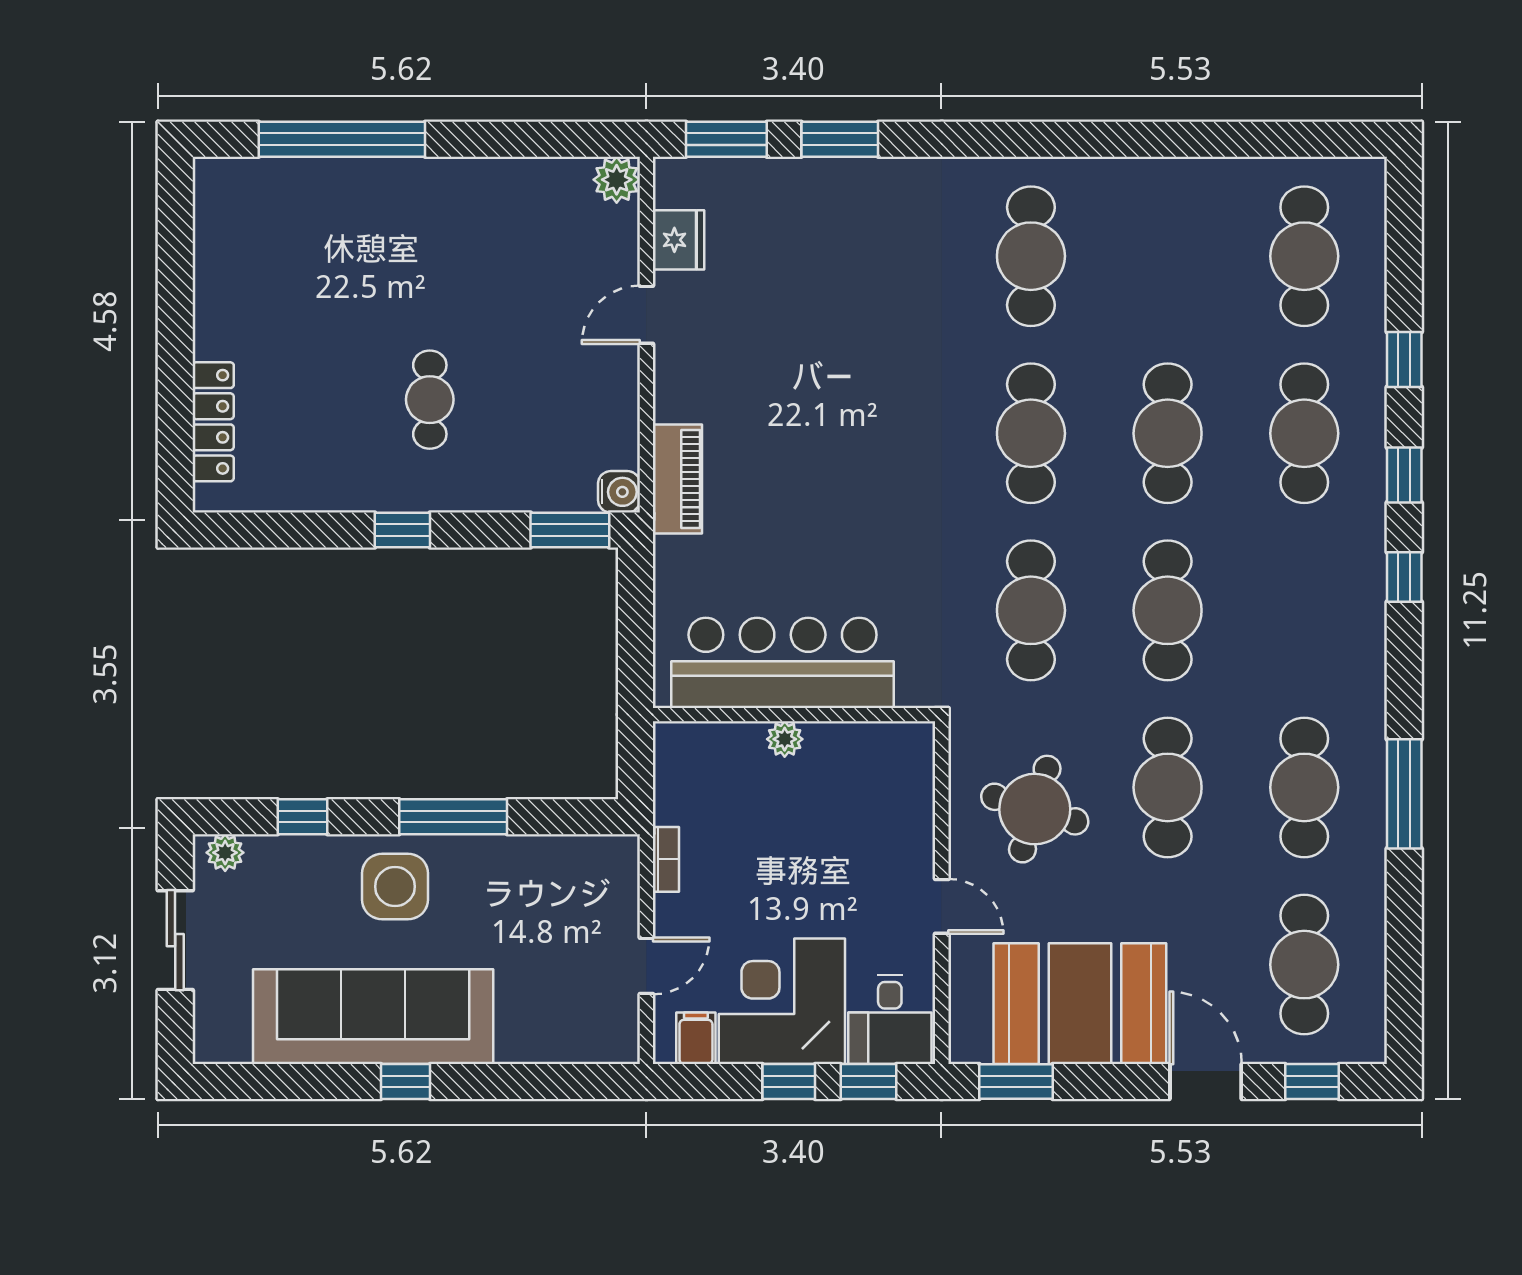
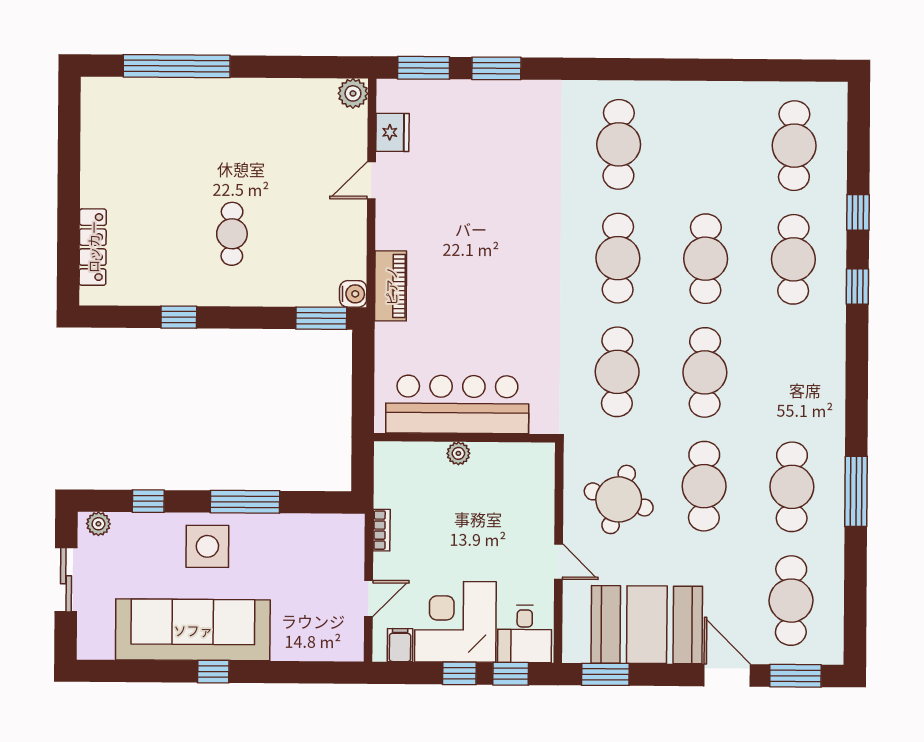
window: (402, 530) -> (179, 317), moved
window: (1404, 577) -> (857, 352), removed
window: (1312, 1082) -> (795, 676), width x1.50

